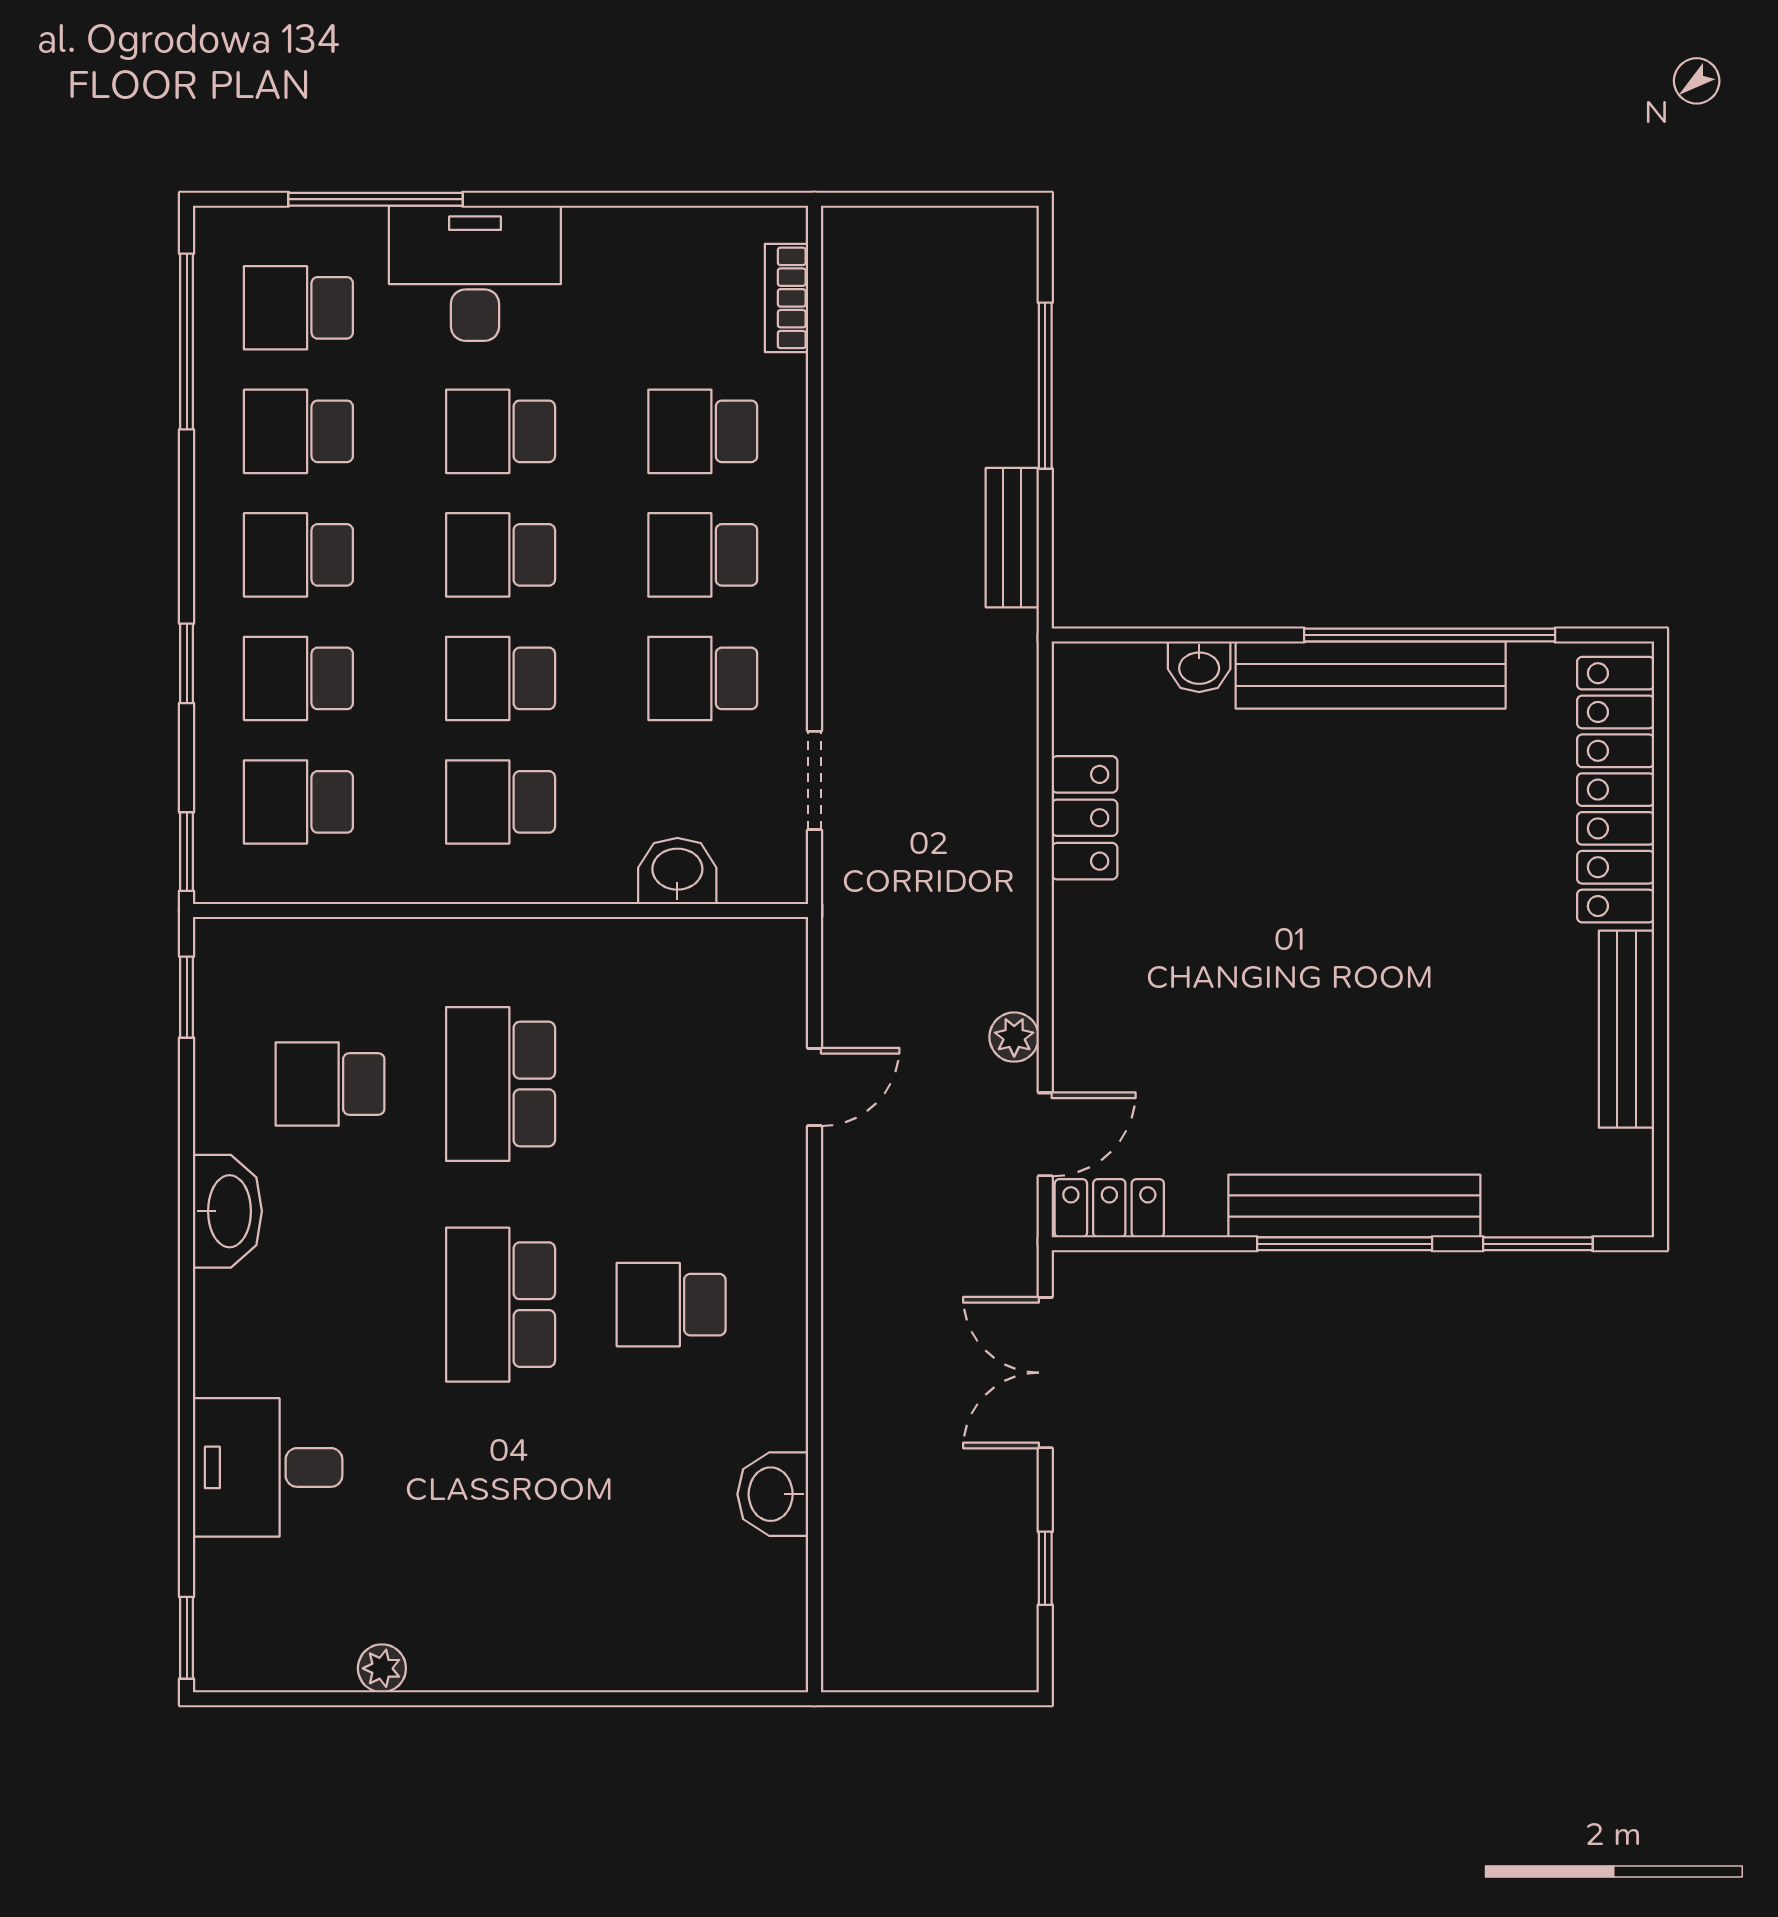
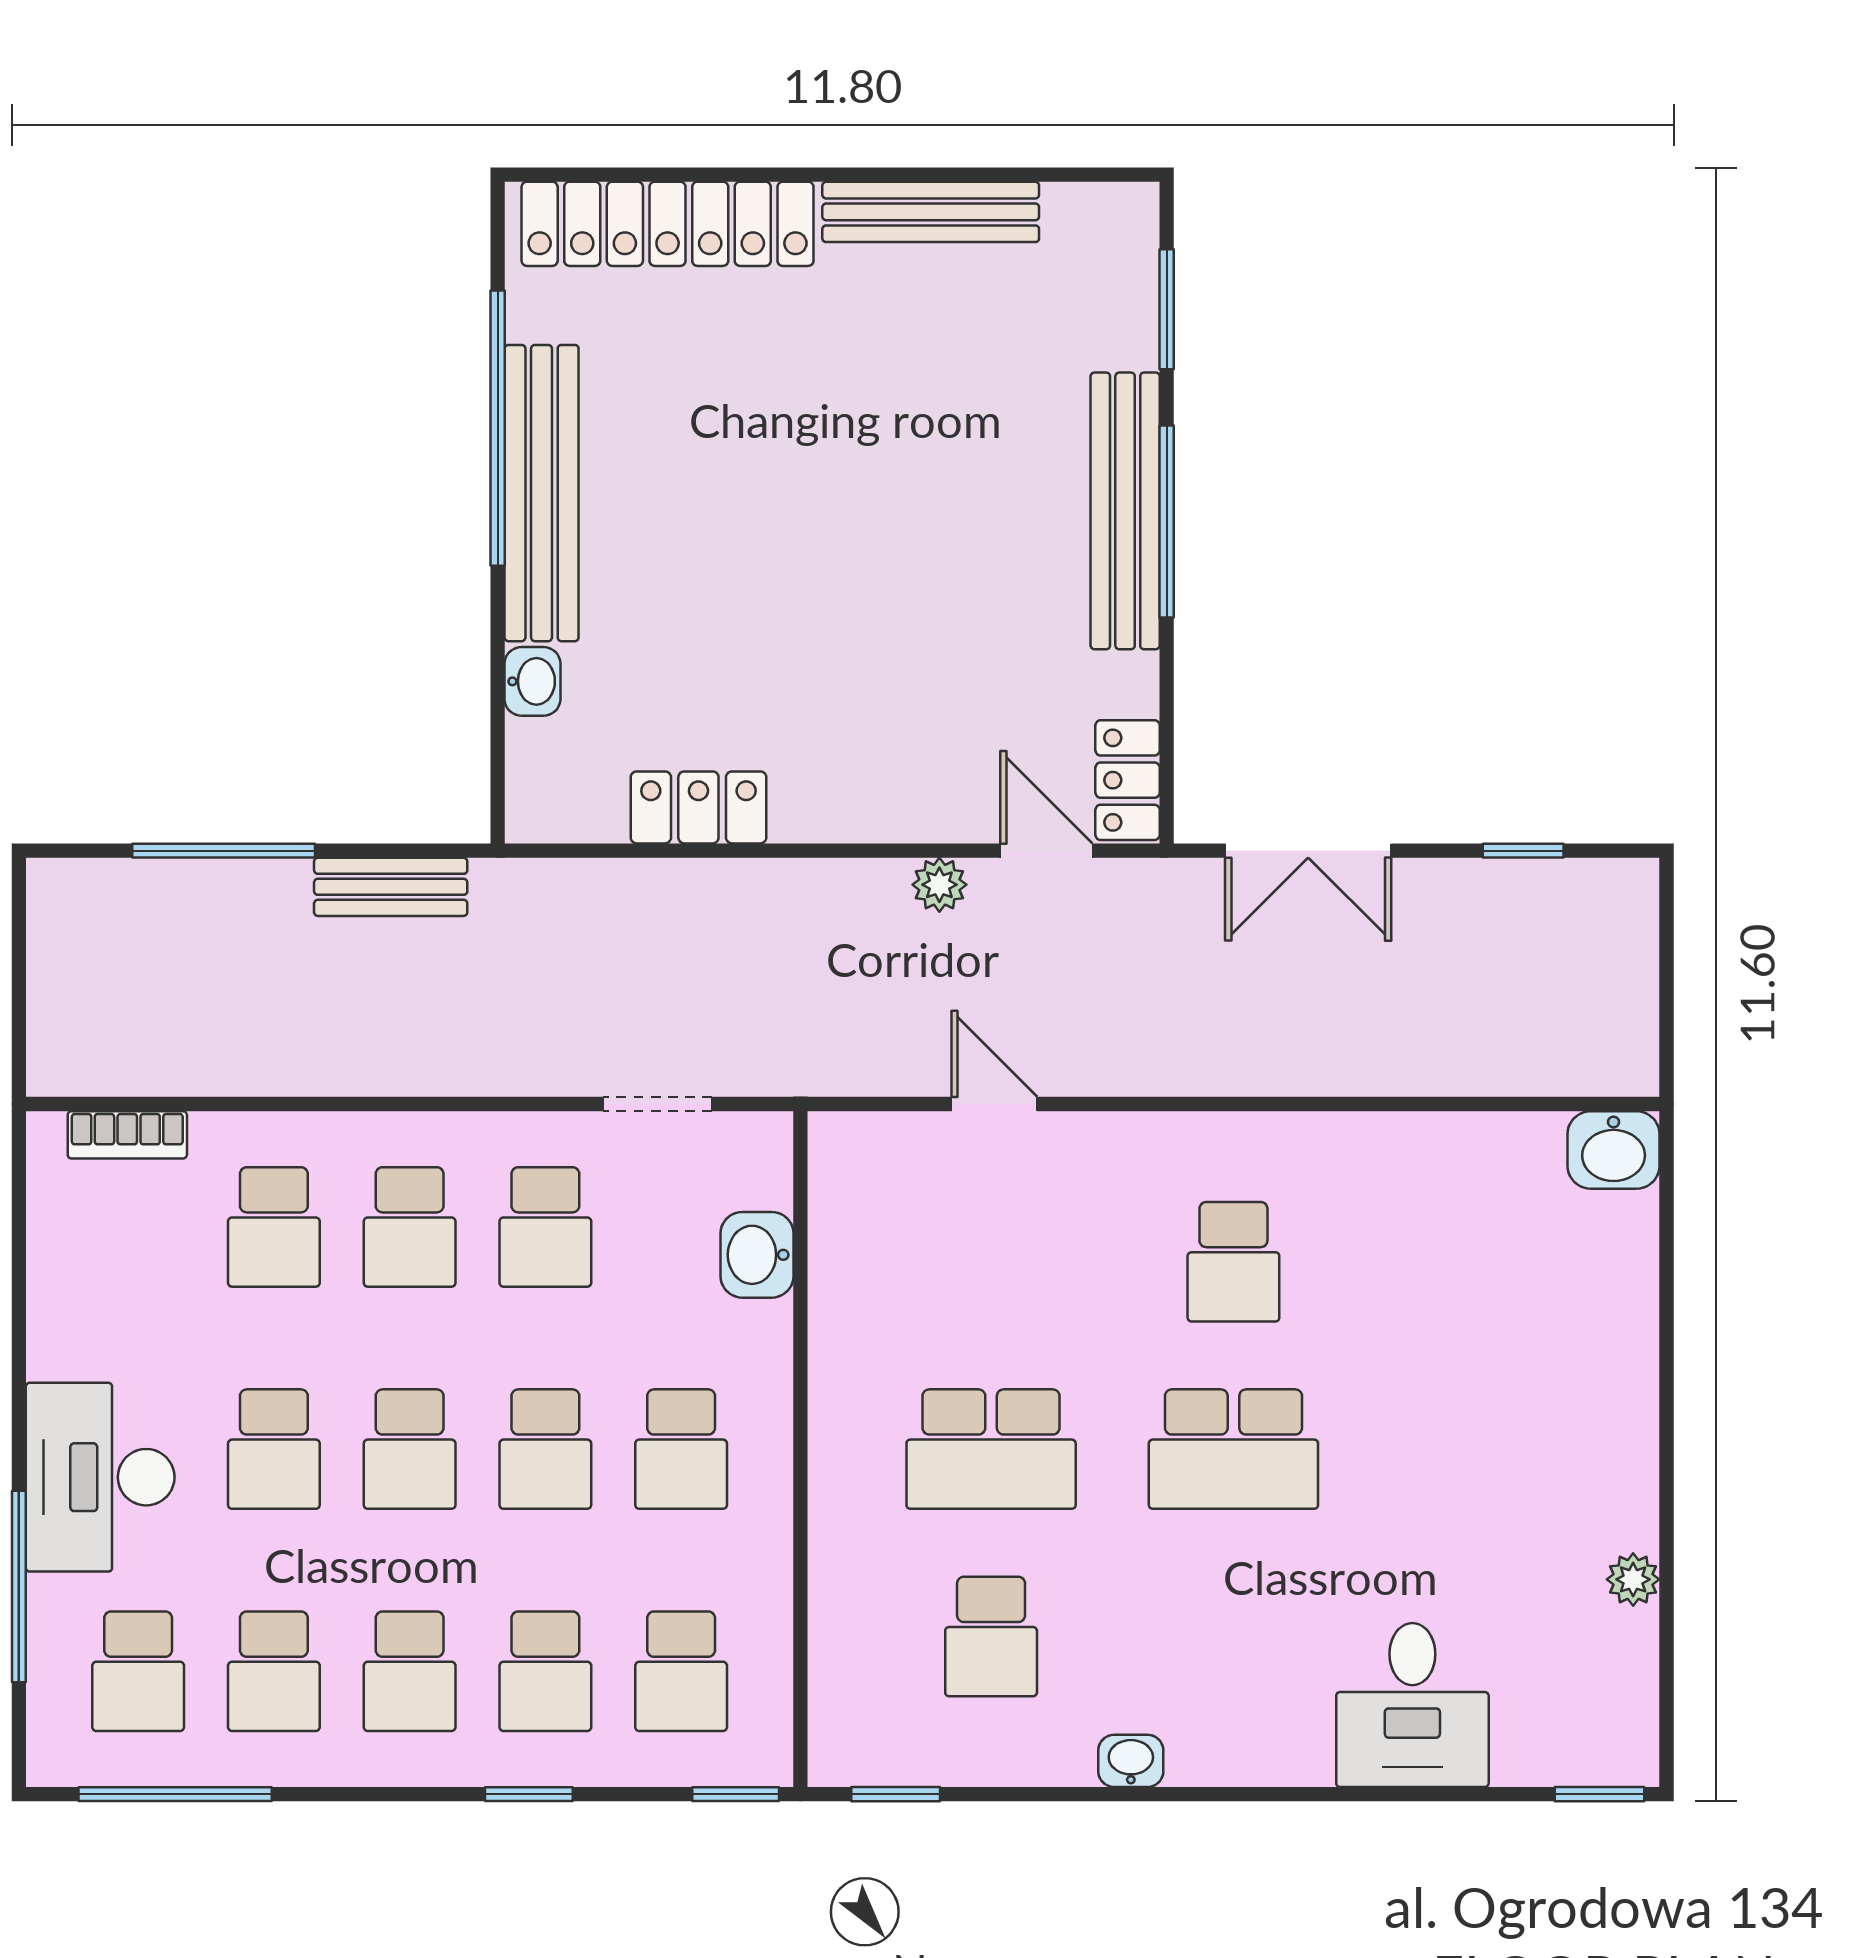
washbasin: (227, 1211) -> (1131, 1761), width x0.52, depth x0.69
washbasin: (773, 1494) -> (1614, 1150), moved

